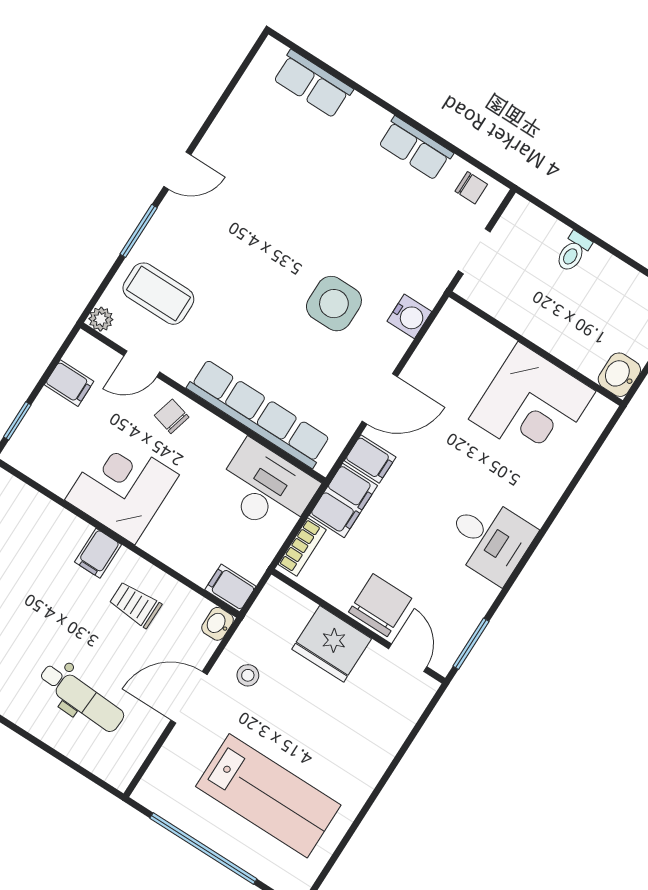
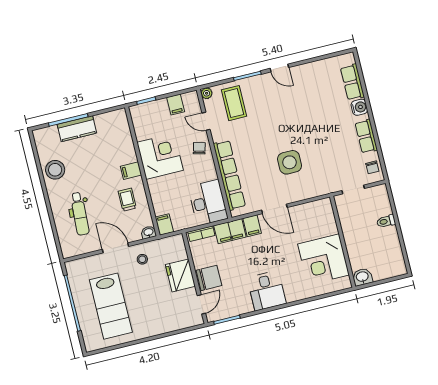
water cooler: (409, 316) -> (359, 107), moved, turned -90

